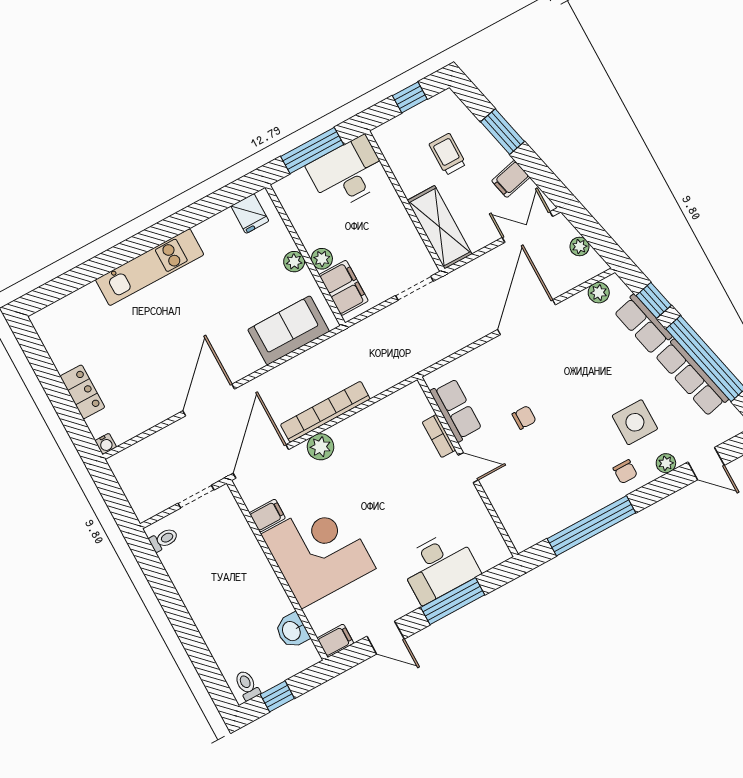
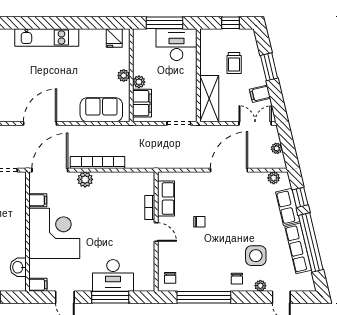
trolley: (448, 154) -> (234, 63), turned 180
chair: (526, 524) -> (170, 278), added

